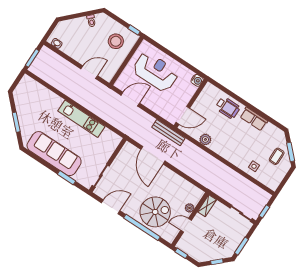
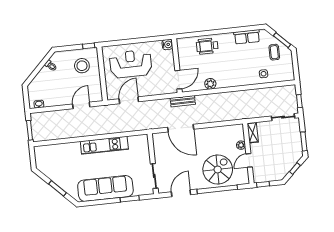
wheelchair: (228, 108) -> (207, 46), turned 180
row of seats: (254, 119) -> (247, 37), moved
bench: (168, 133) -> (183, 101), width x0.73

